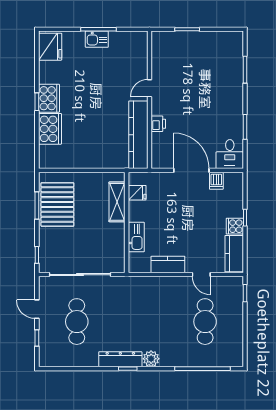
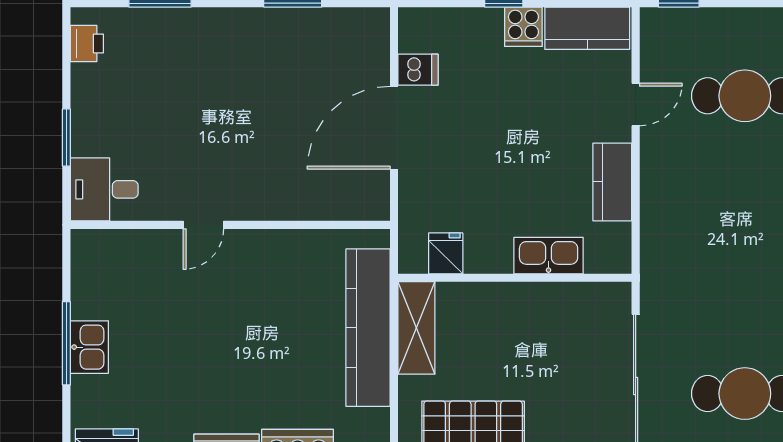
door: (149, 88) -> (203, 225), hinge flipped
printer: (158, 124) -> (87, 44), moved, turned 90
kitchen counter: (138, 135) -> (368, 328), moved, turned 90
desk: (230, 154) -> (104, 189), moved, turned 180
shelving: (117, 202) -> (416, 328), moved, turned 90

